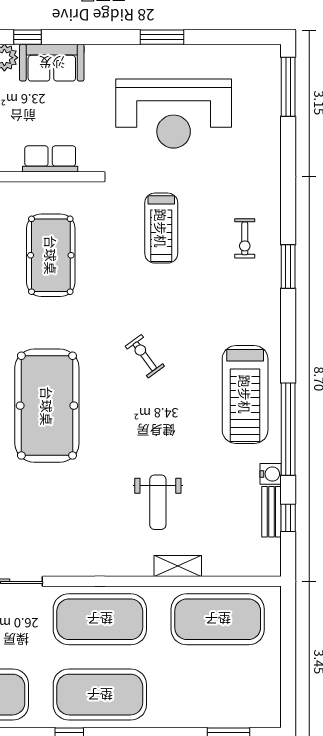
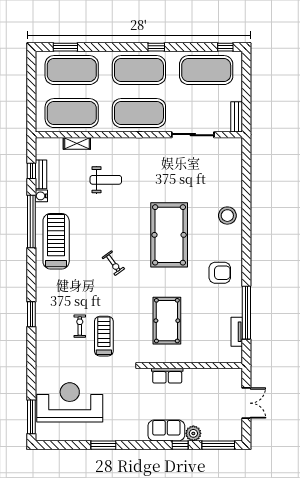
reception desk: (174, 113) -> (70, 402), moved
exercise bike: (245, 238) -> (80, 326), moved
weight bench: (158, 502) -> (106, 180), turned 90
shelving: (178, 566) -> (77, 143), moved
exercise mat: (218, 695) -> (72, 70), added

